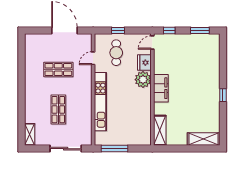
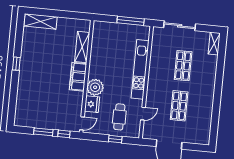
window: (200, 30) -> (43, 132), moved
shop shelf: (58, 69) -> (179, 106), turned 90
shelving: (160, 130) -> (82, 47), moved

